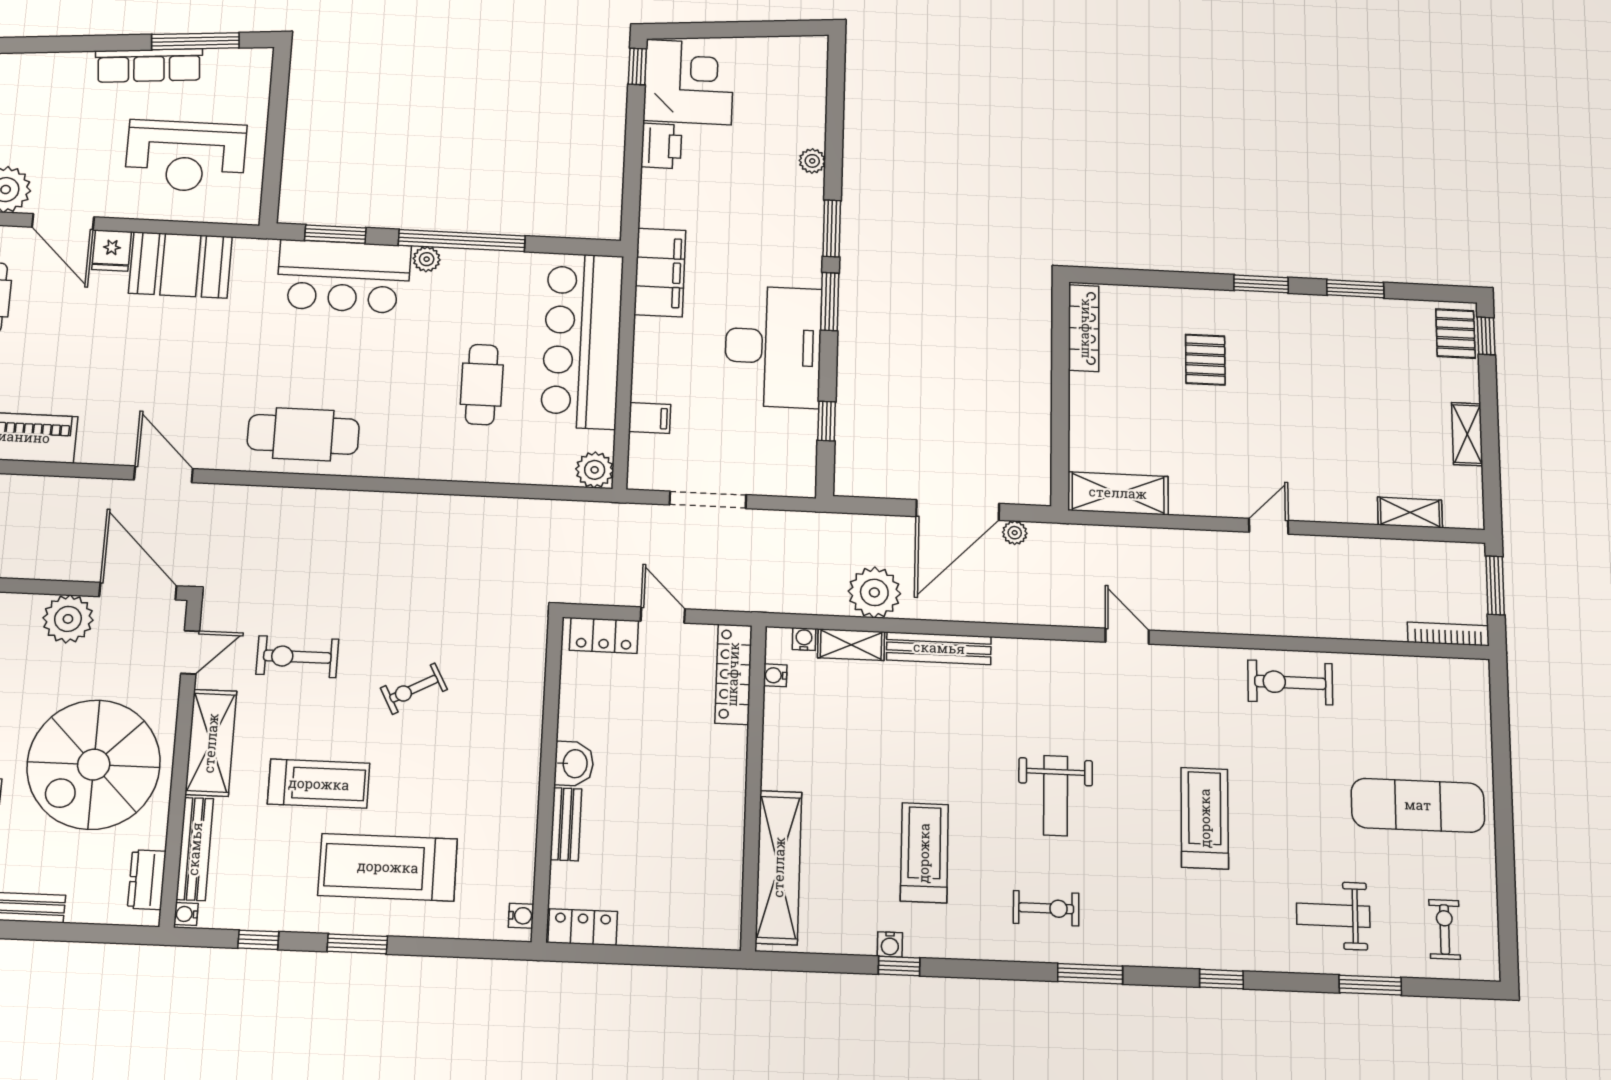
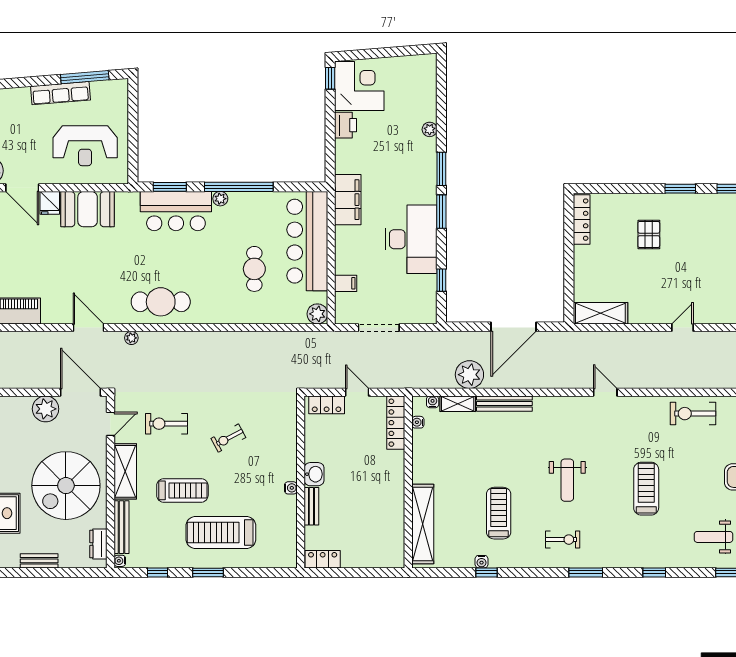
plant: (1015, 533) -> (131, 338), moved
water cooler: (521, 916) -> (291, 488), moved

